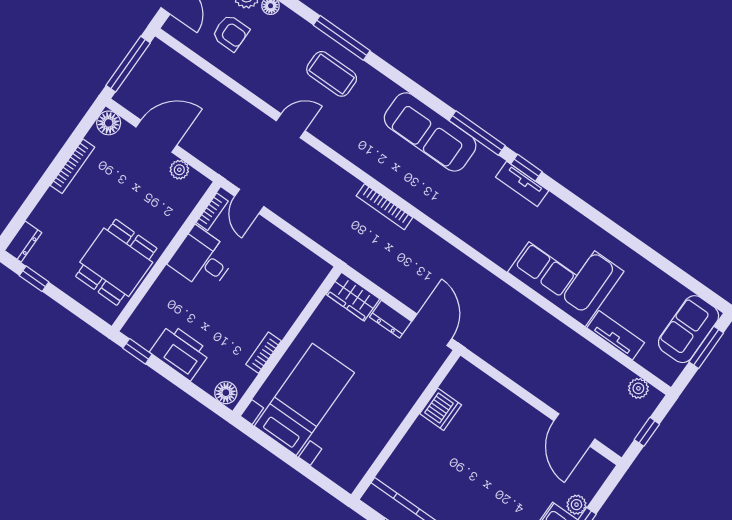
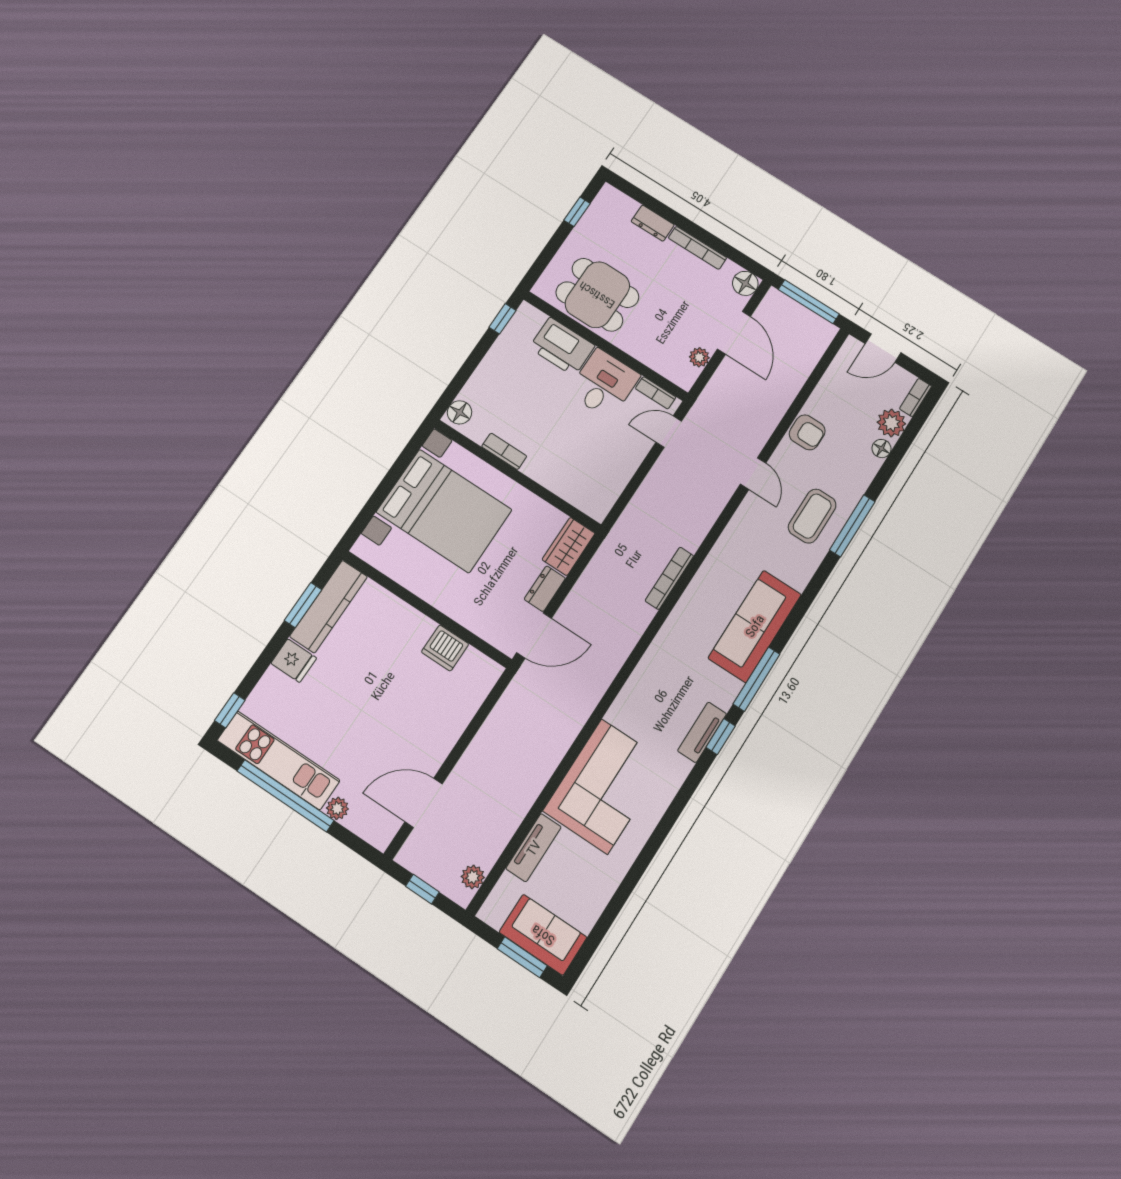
armchair: (231, 33) -> (807, 432), moved, turned -90
dresser: (23, 242) -> (653, 223), moved
printer: (180, 352) -> (562, 347), moved, turned 90
bed with nightstands: (304, 399) -> (444, 511), width x1.36

